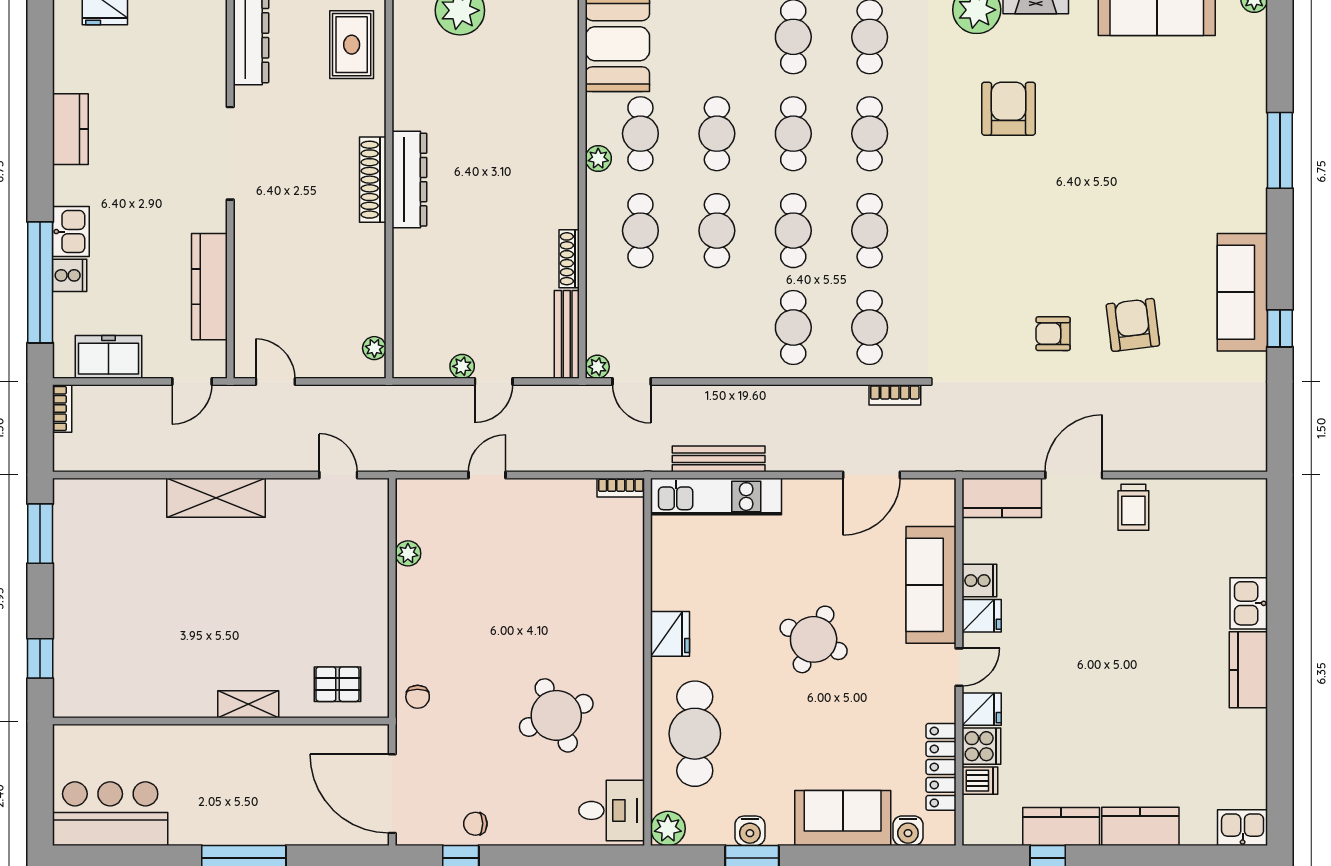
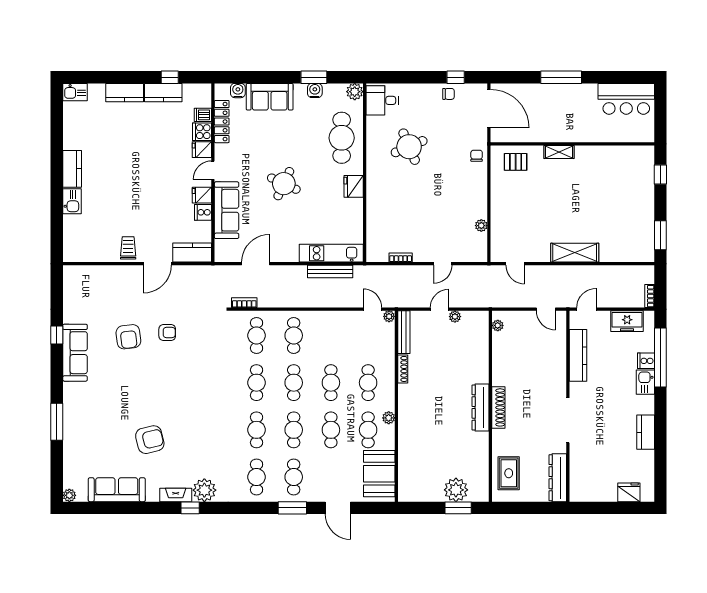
armchair: (1009, 109) -> (150, 440), moved, turned -104
bookcase: (621, 488) -> (401, 258), moved

